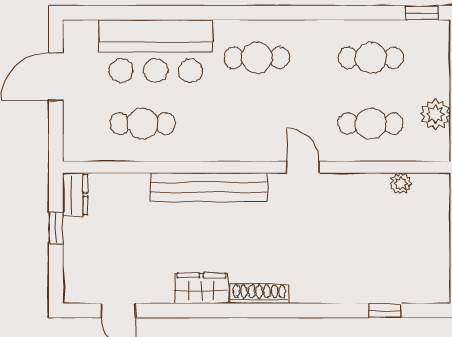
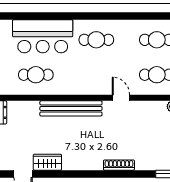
wardrobe: (201, 288) -> (47, 162), moved
shoe rack: (259, 294) -> (119, 165), moved

